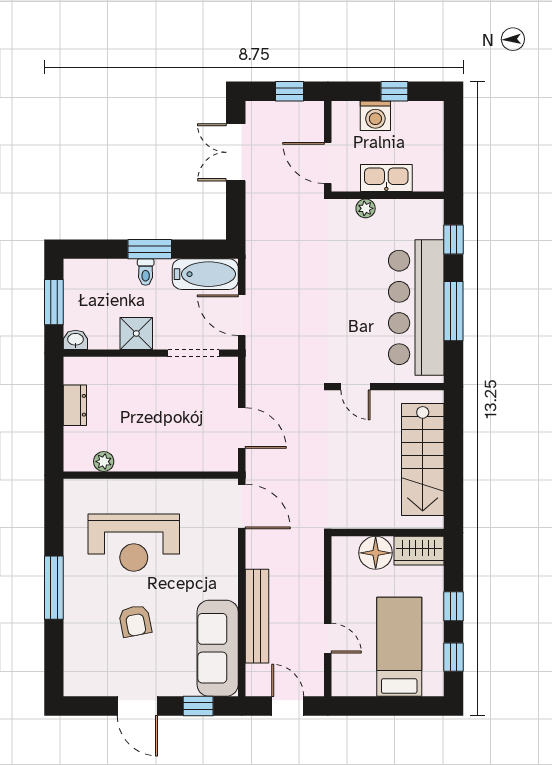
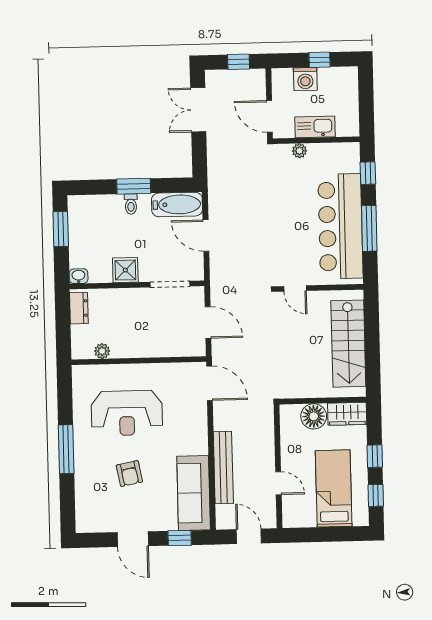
shower: (136, 333) -> (125, 270), moved
washbasin: (75, 340) -> (78, 276), moved
wall: (151, 353) -> (137, 285), moved
doorway: (193, 353) -> (170, 284), moved

